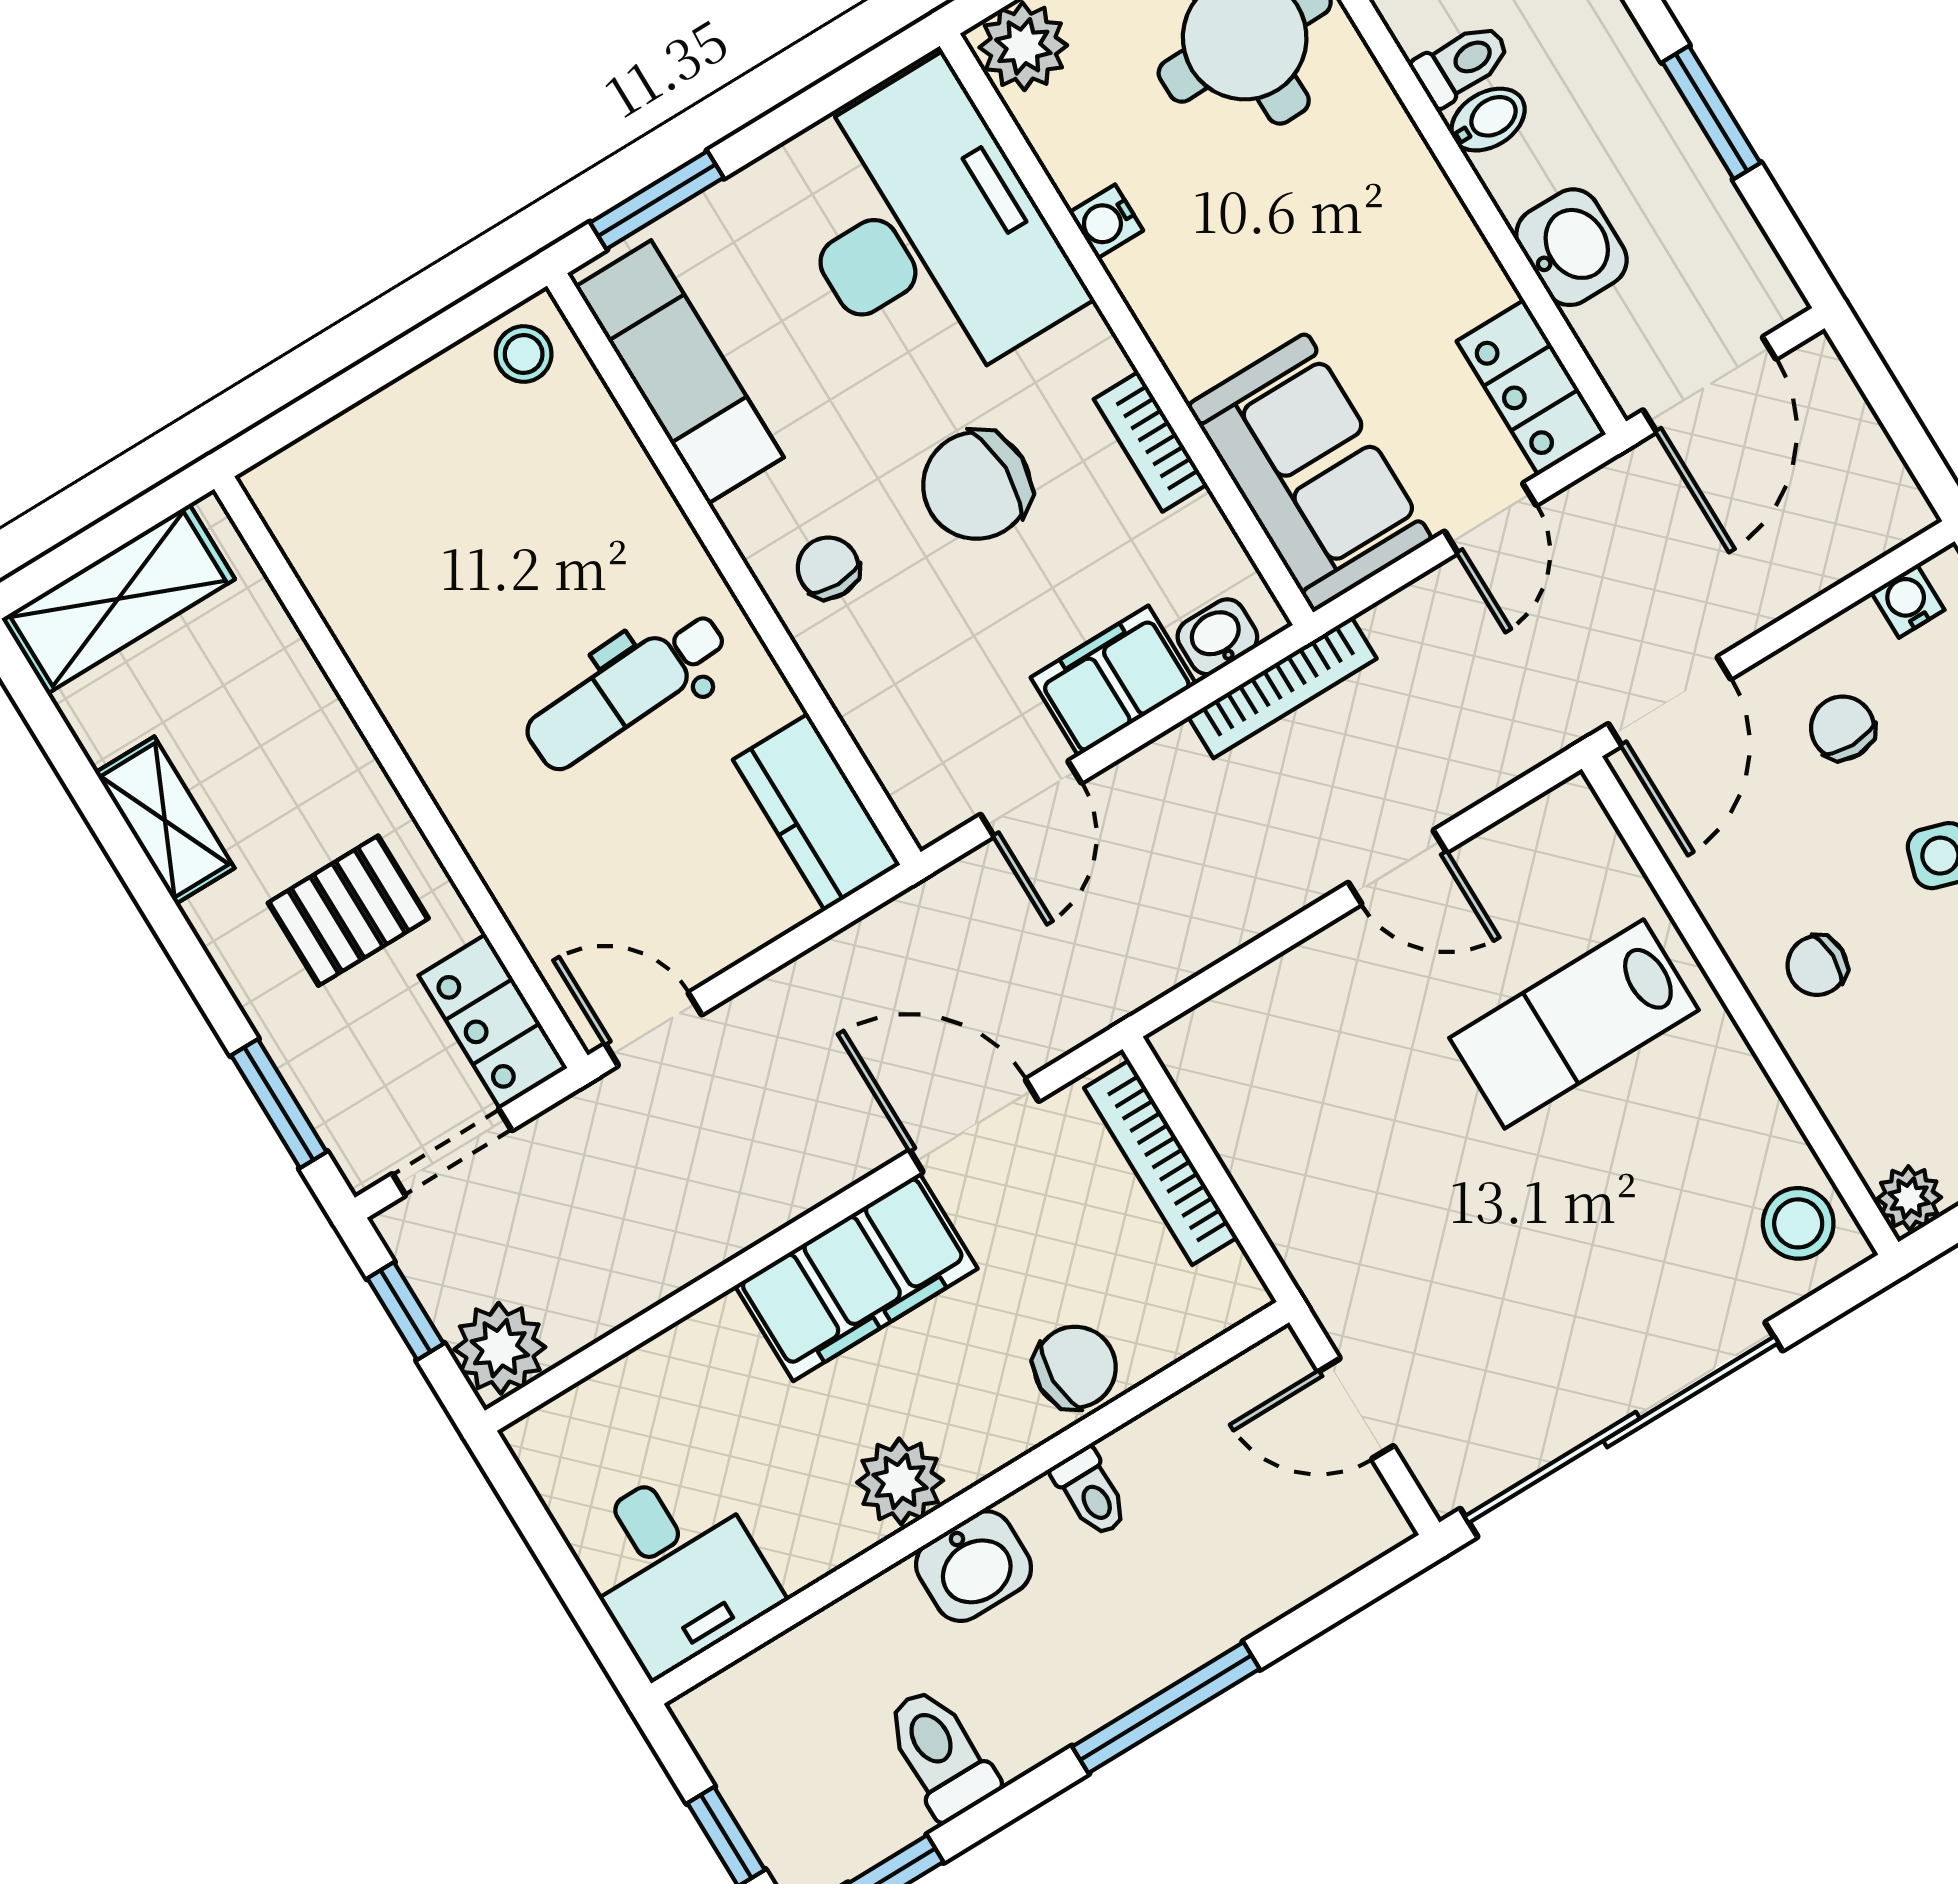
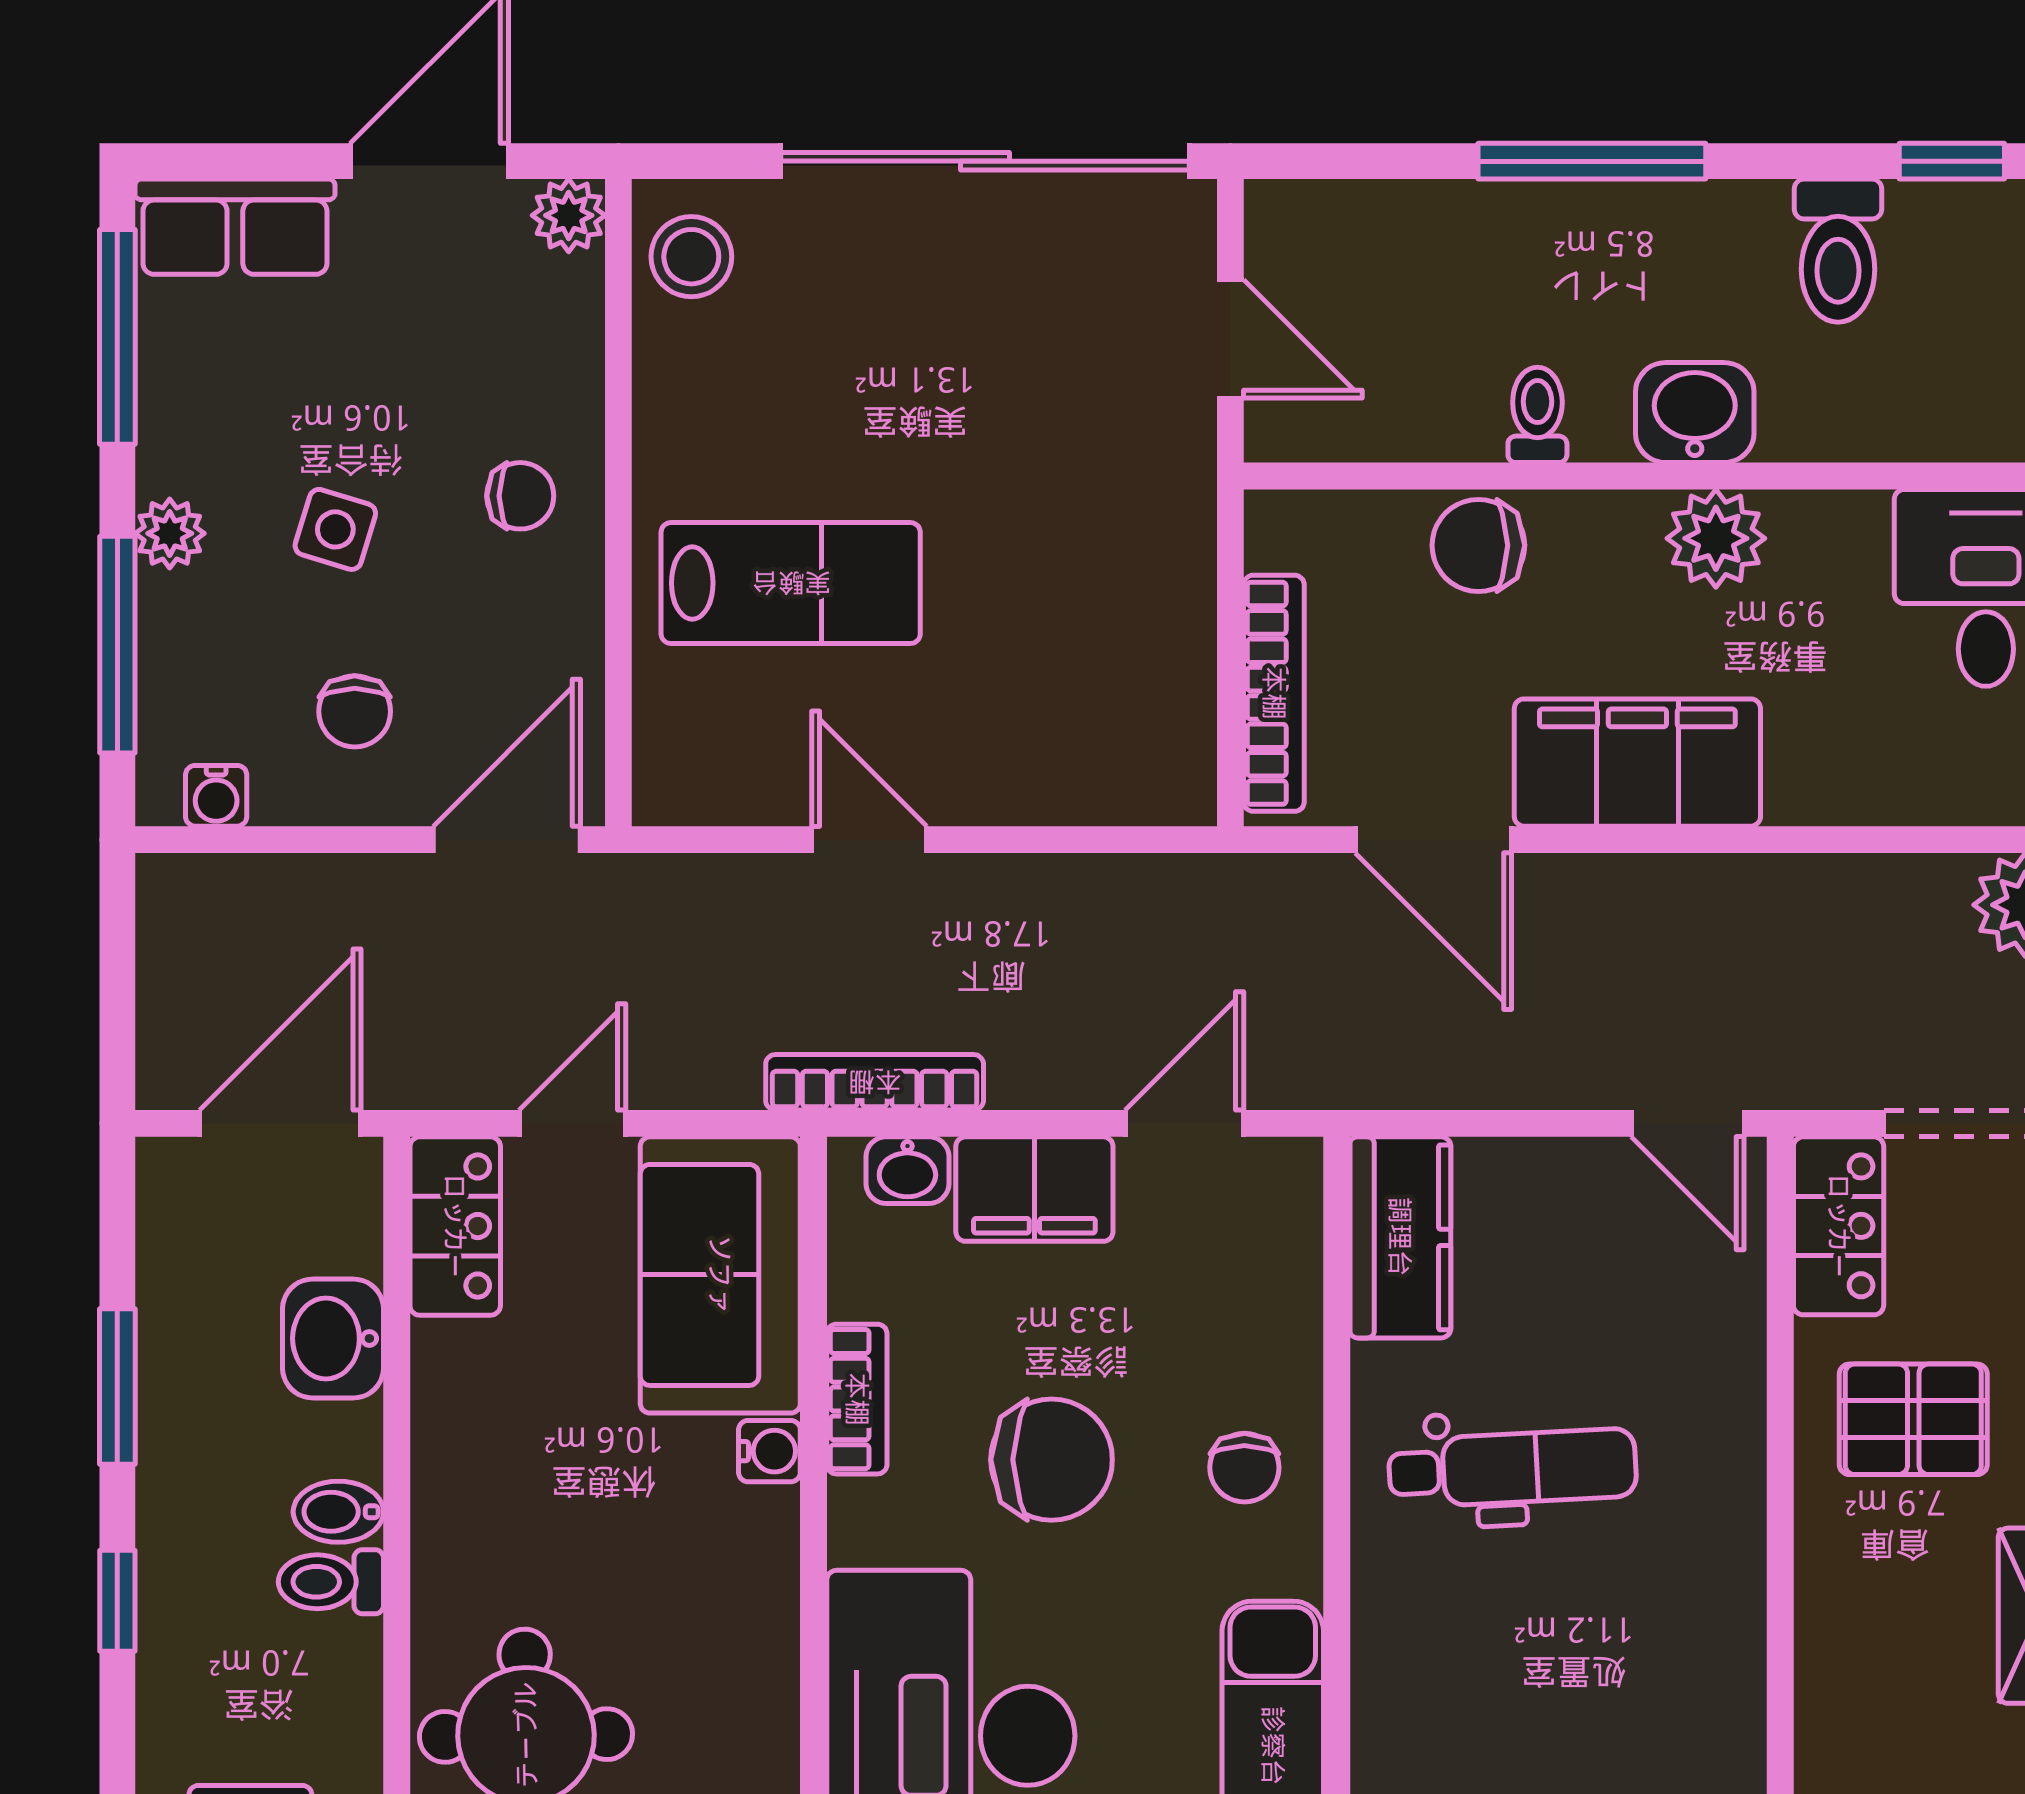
water cooler: (1106, 221) -> (769, 1451), moved

